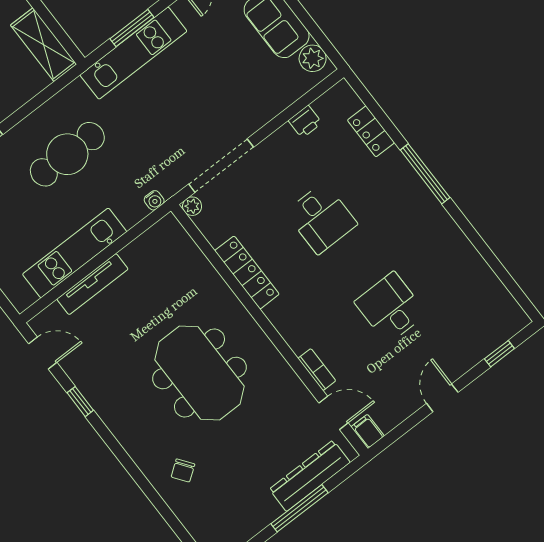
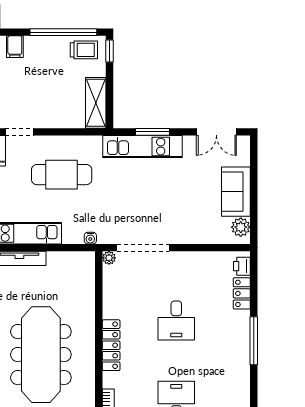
printer: (305, 122) -> (242, 266), moved, turned 90
locker: (247, 272) -> (111, 345), moved
meeting table: (199, 373) -> (41, 355), width x1.36

